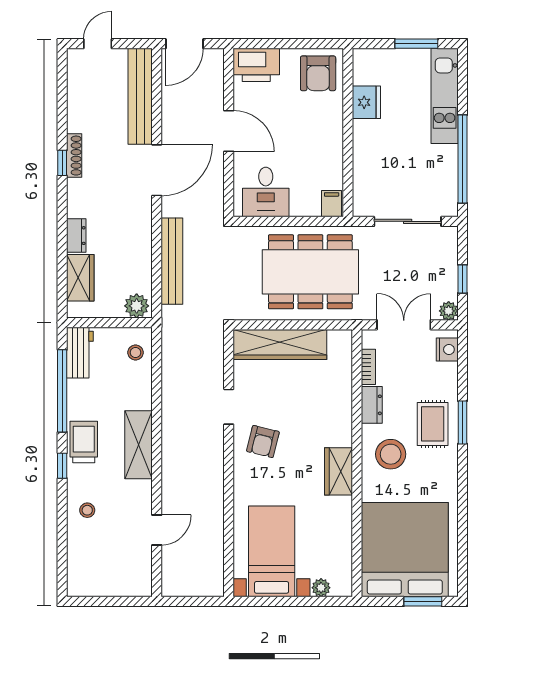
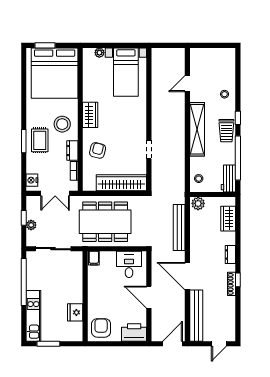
door: (157, 170) -> (187, 276), hinge flipped
dresser: (76, 236) -> (230, 254), moved
plant: (449, 311) -> (31, 225), moved
armchair: (263, 442) -> (98, 150), moved
shelving: (139, 445) -> (197, 129), width x1.47

